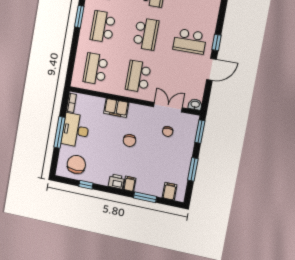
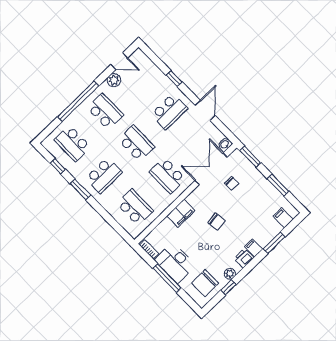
school desk: (103, 27) -> (104, 175), turned -90
window: (217, 42) -> (174, 79), moved
school desk: (95, 69) -> (135, 207), turned 180
double door: (168, 107) -> (211, 169), width x1.37
chair: (76, 164) -> (205, 283), turned -90
plant: (97, 179) -> (230, 274), added

